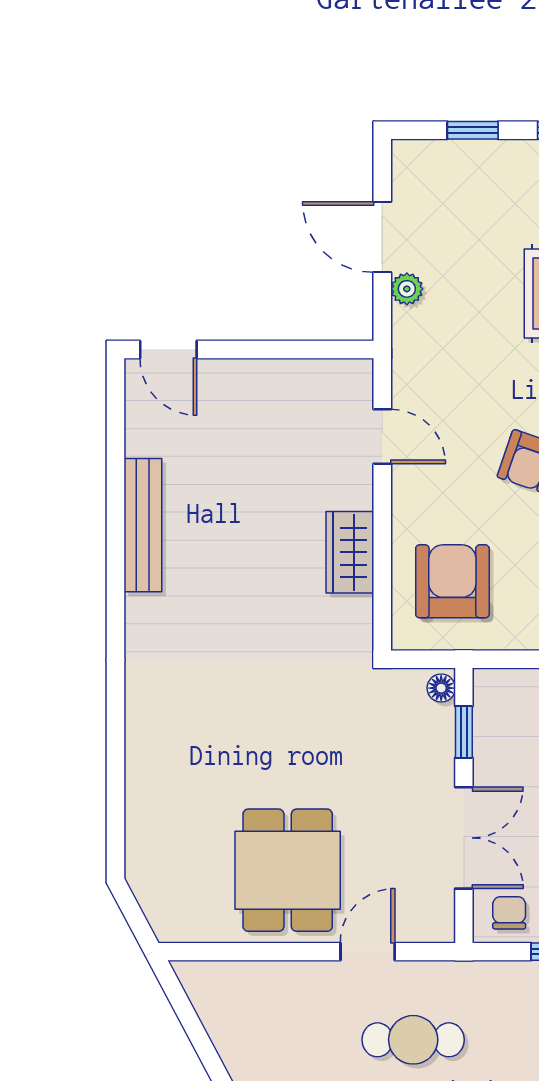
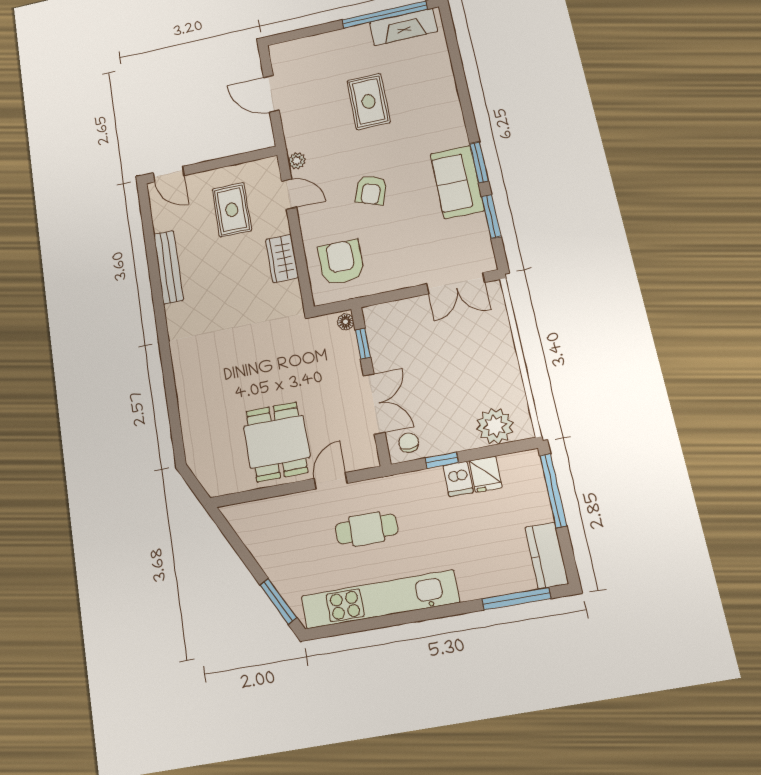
window: (473, 130) -> (309, 32), removed
plant: (407, 289) -> (297, 161), moved
rug: (274, 443) -> (232, 210), added

